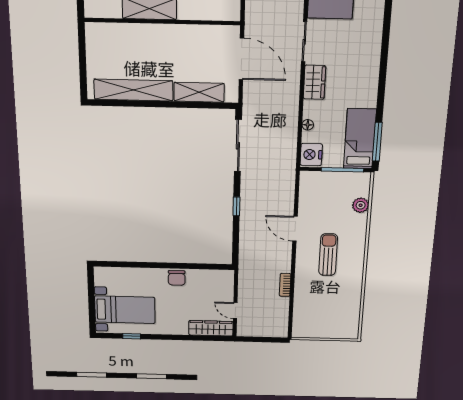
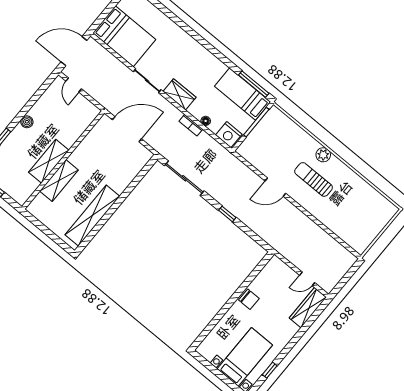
shelving: (199, 92) -> (59, 181), moved
plant: (361, 205) -> (323, 155), moved
bookcase: (285, 285) -> (191, 125), moved

